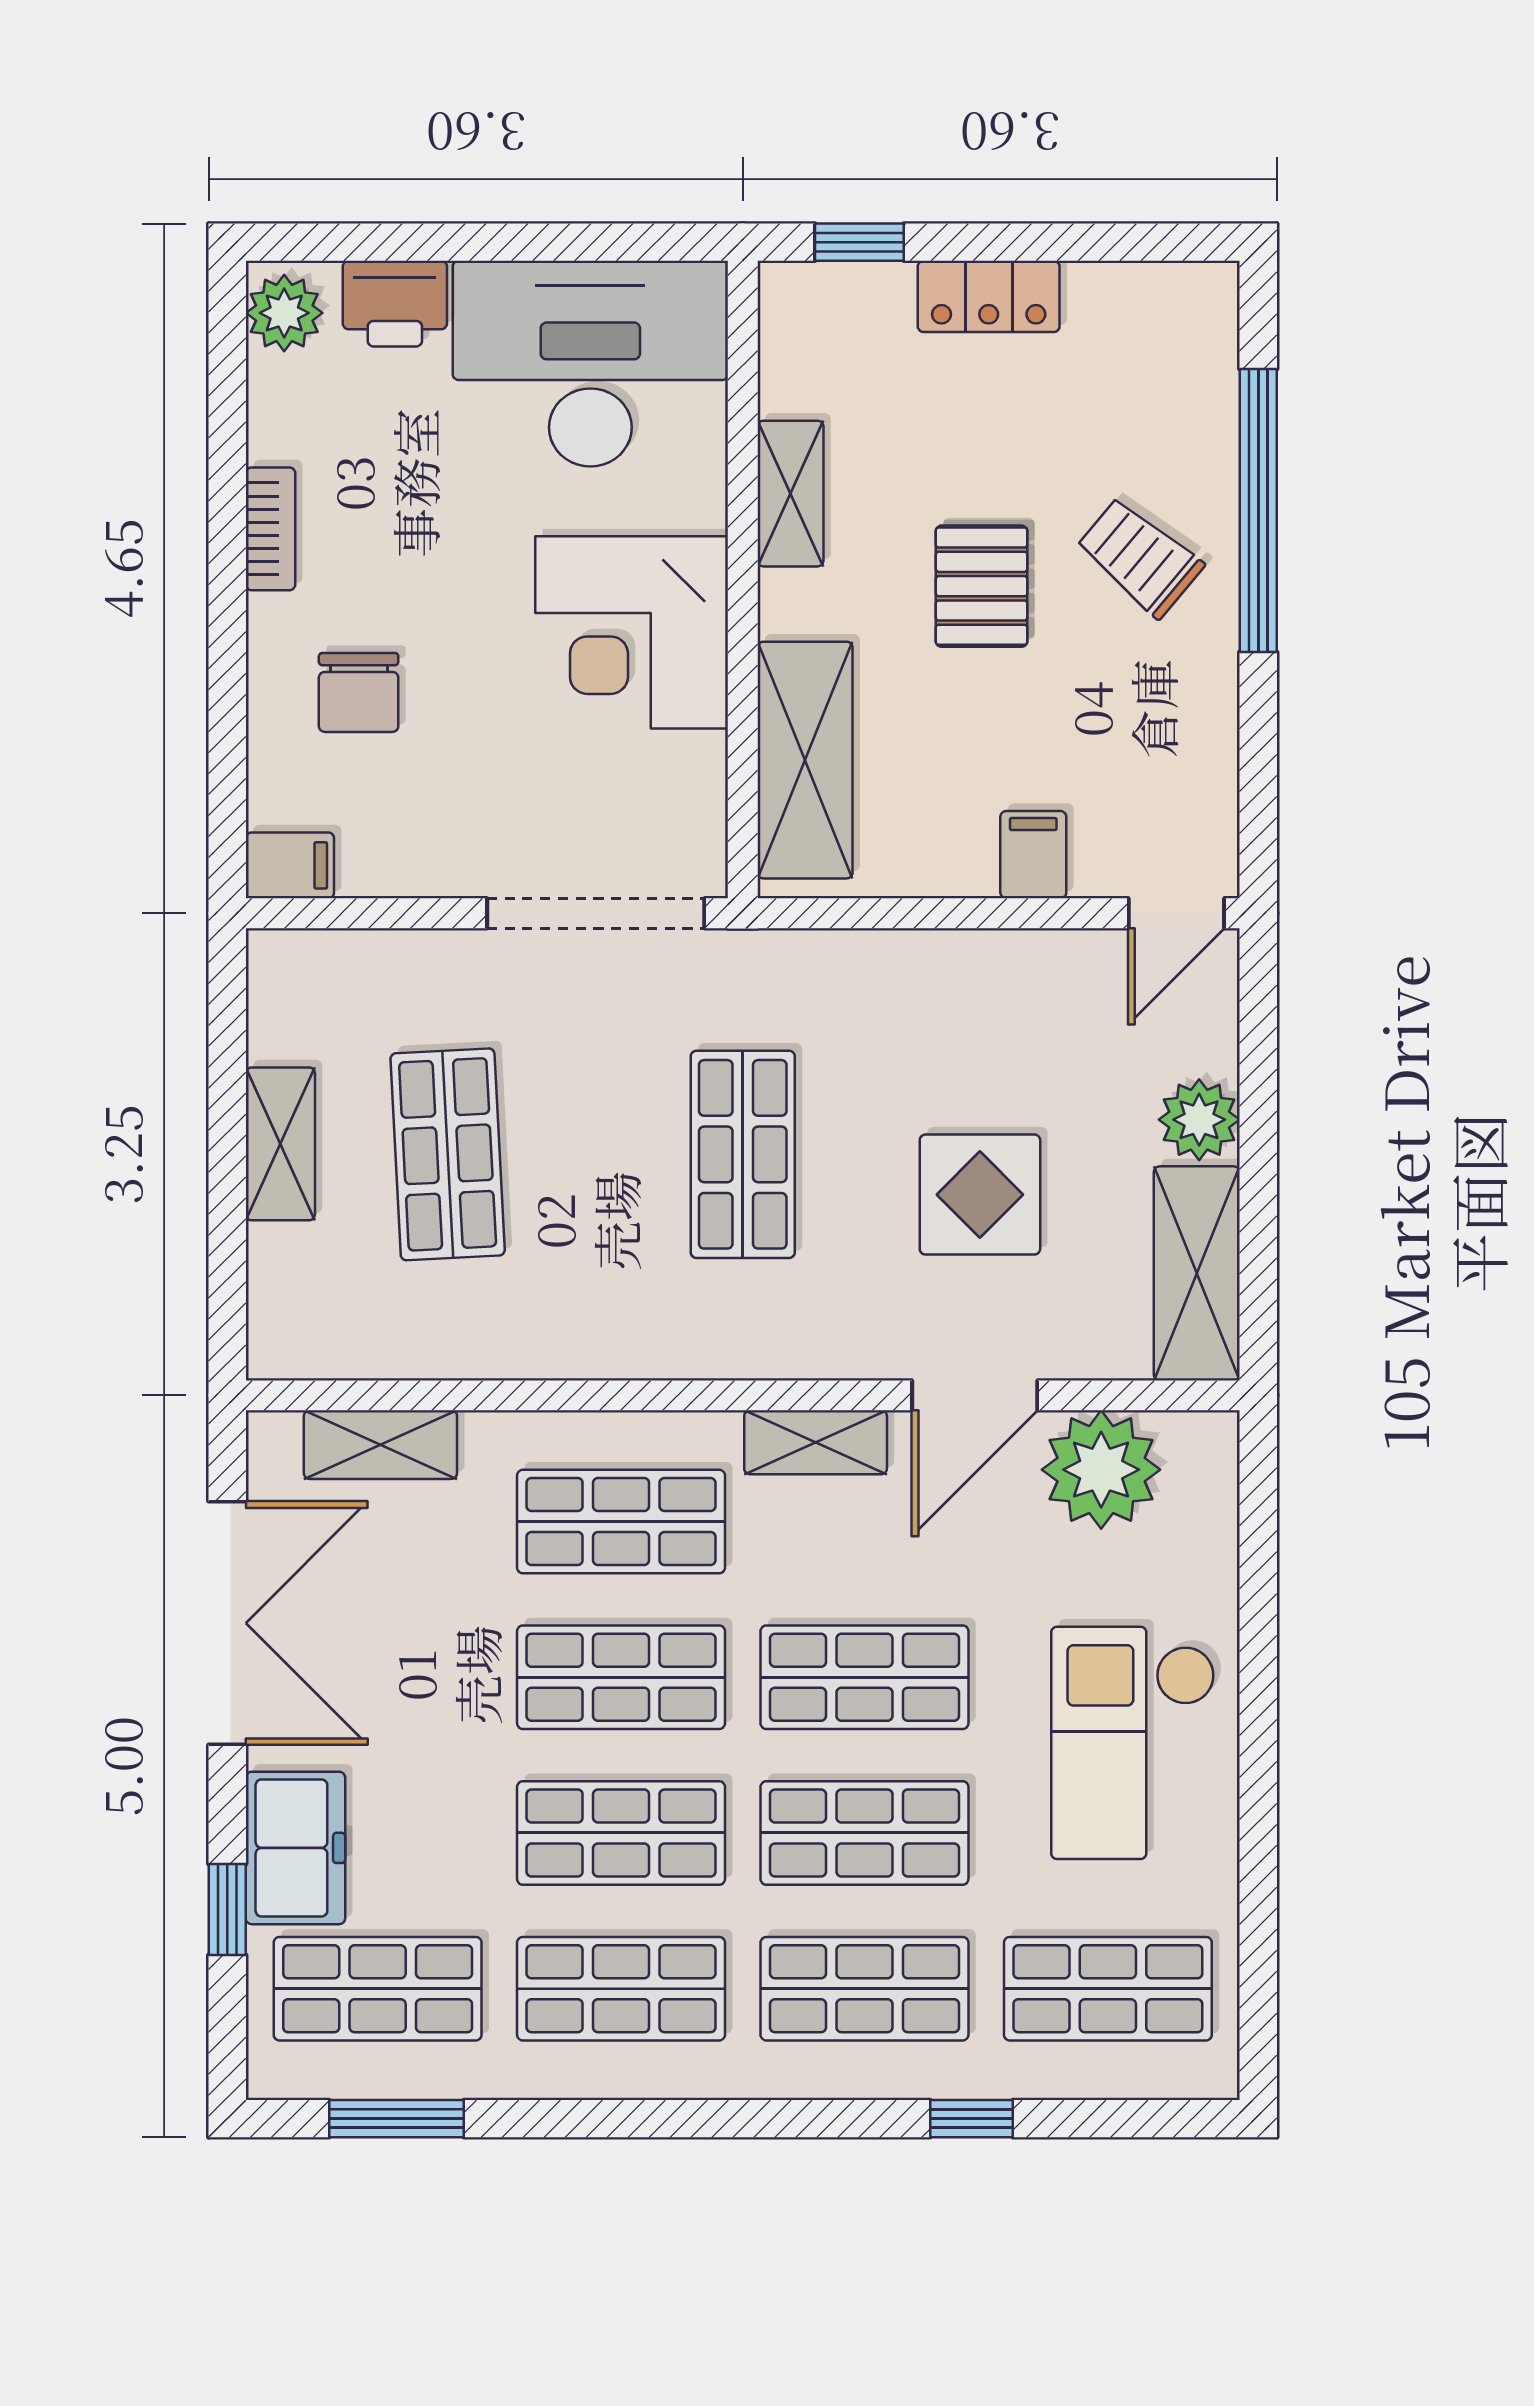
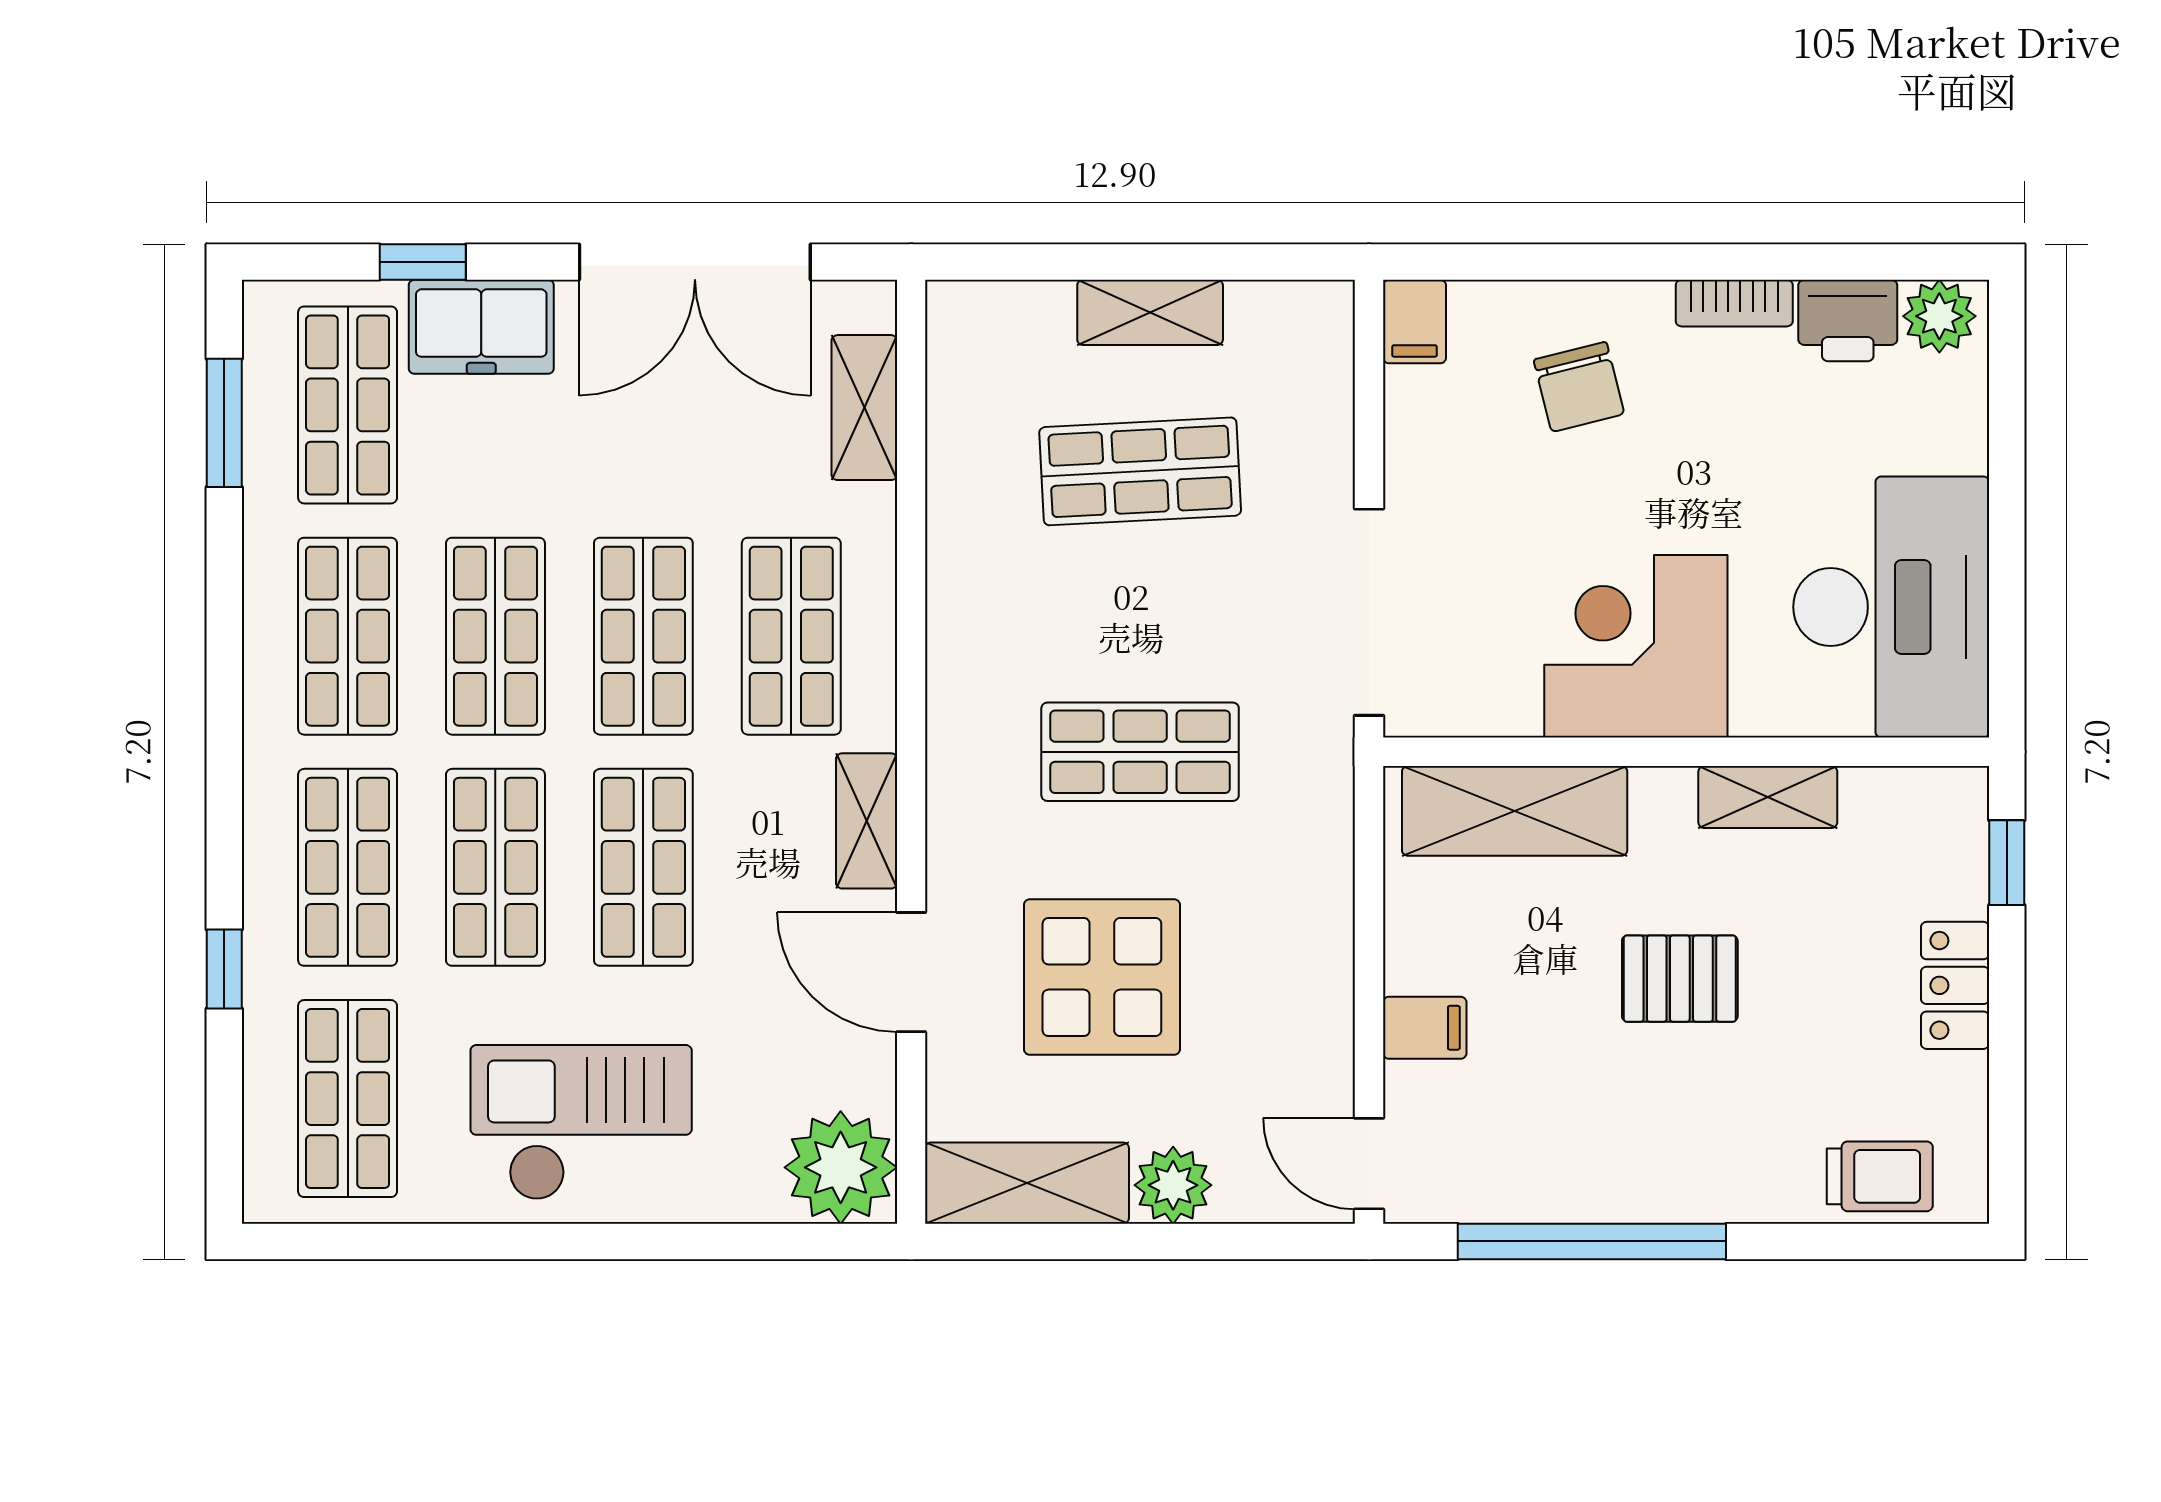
printer: (395, 304) -> (1848, 321), moved, turned -90
window: (1258, 510) -> (1592, 1241), moved
trolley: (1140, 557) -> (1880, 1176), moved, turned 50
chair: (359, 692) -> (1579, 387), turned -104
display table: (980, 1195) -> (1102, 977), width x1.36, depth x1.36
plant: (1101, 1470) -> (841, 1167), moved

